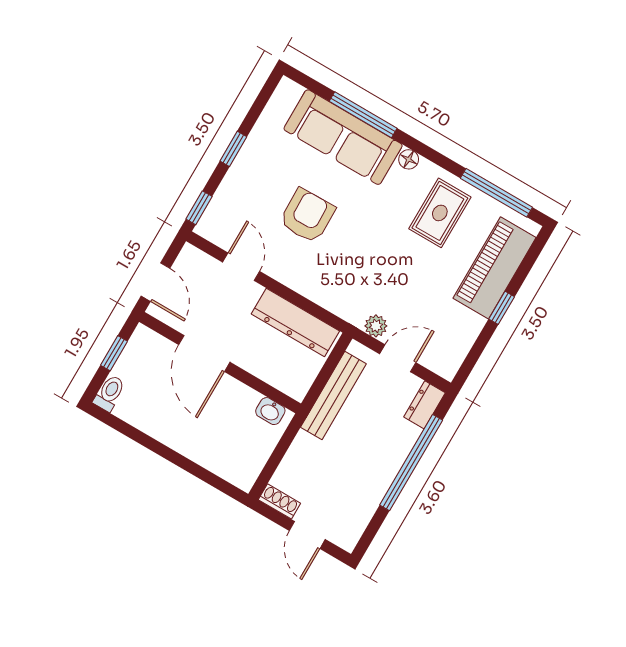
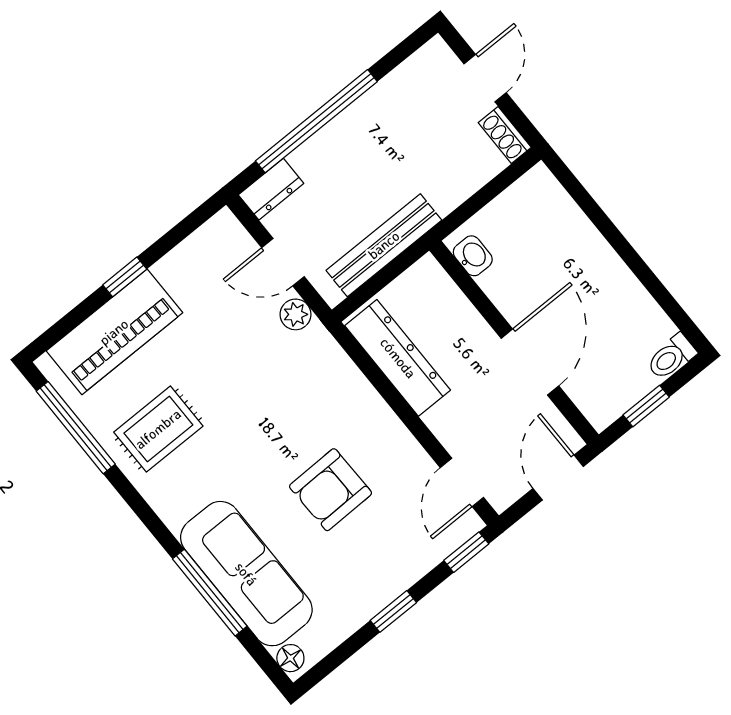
floor lamp: (409, 159) -> (290, 658), moved
door: (241, 267) -> (462, 482), moved

